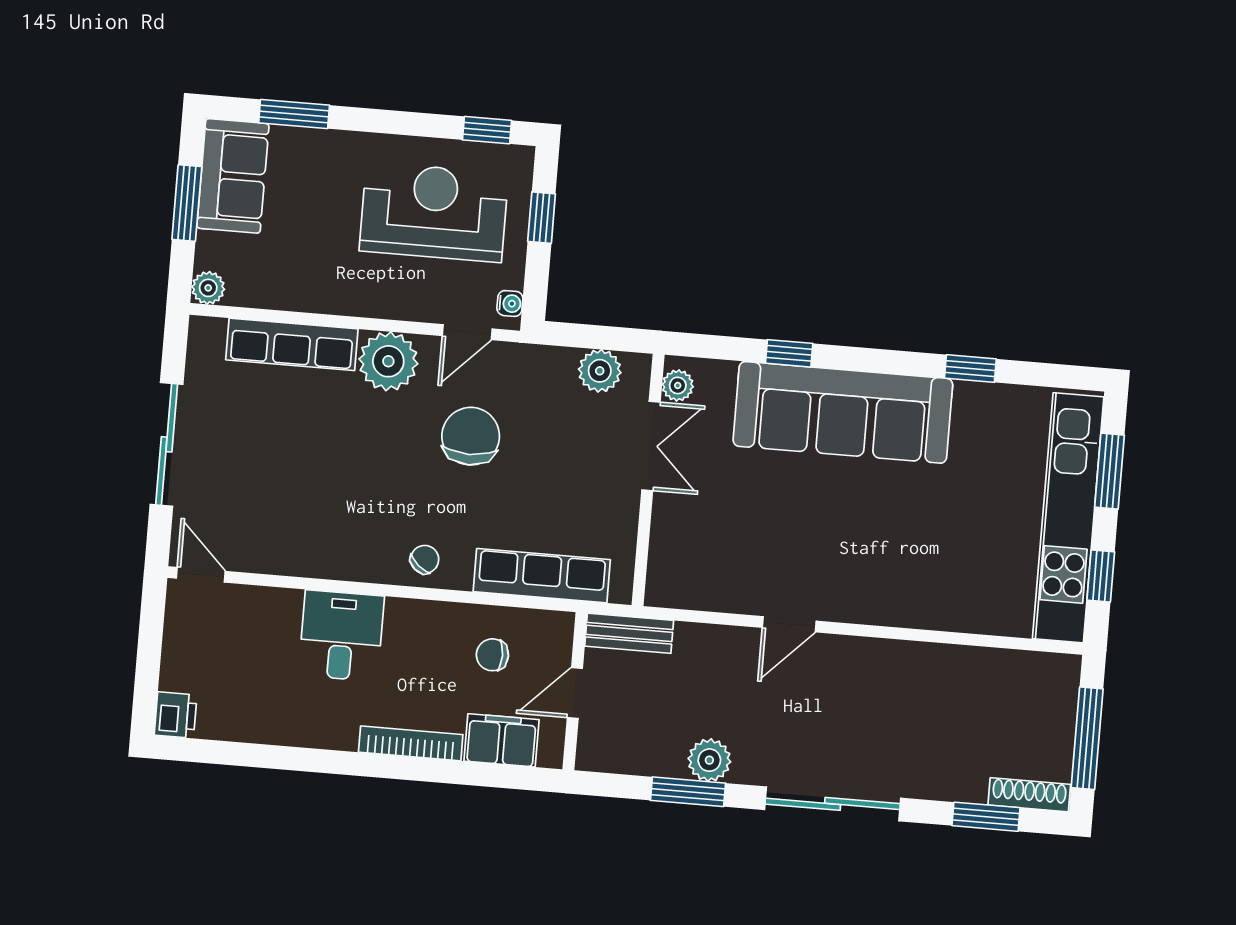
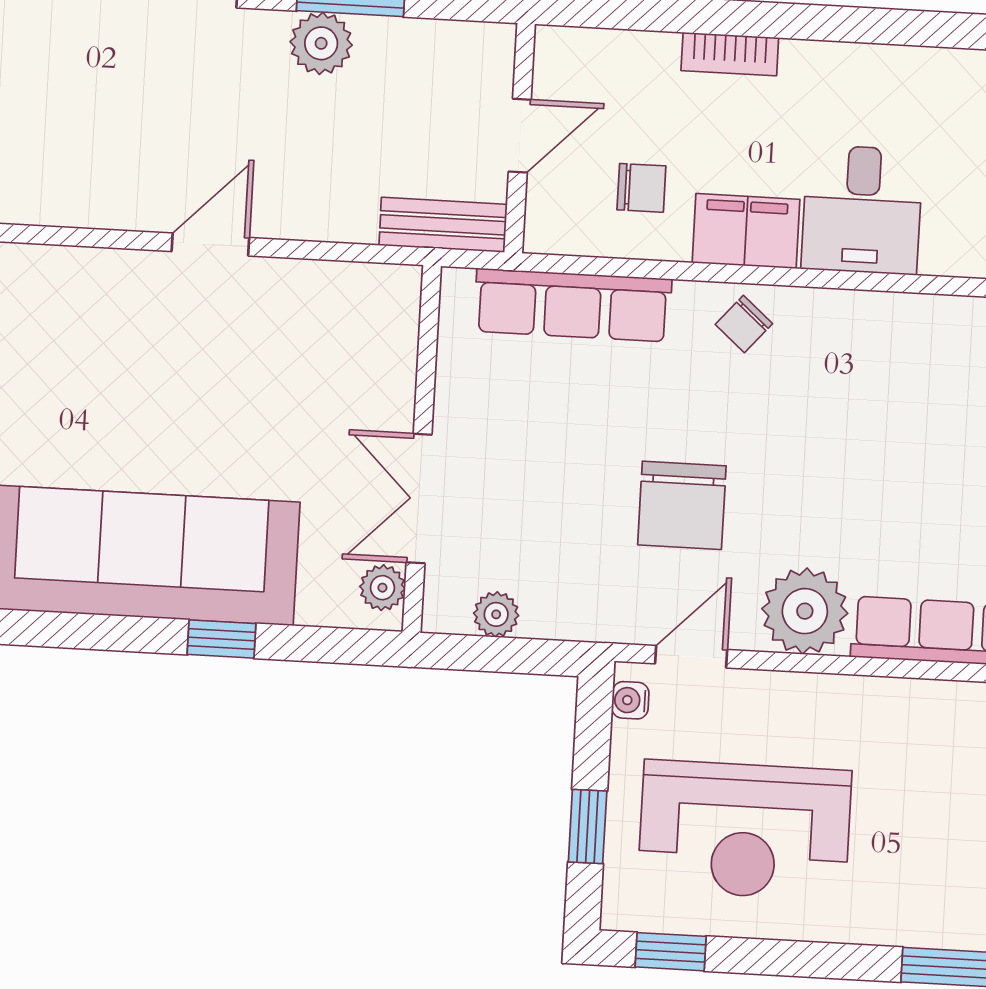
plant: (600, 371) -> (496, 614), width x0.73, depth x0.73
filing cabinet: (502, 740) -> (746, 231), moved, turned 180
bookcase: (411, 743) -> (730, 54), width x0.64

